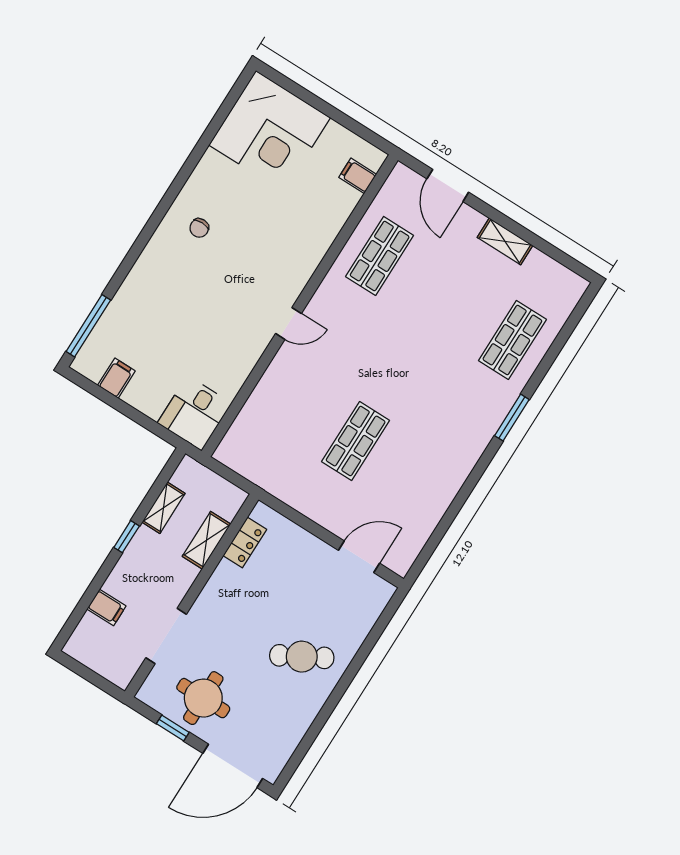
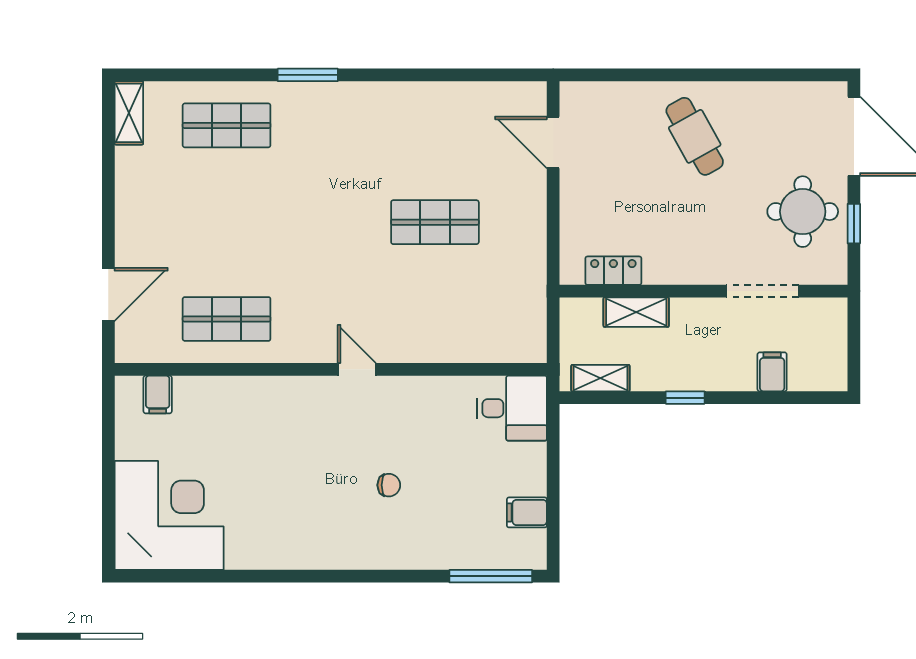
chair: (199, 228) -> (389, 485), moved
shelving: (505, 241) -> (129, 113), moved
shelving: (164, 508) -> (600, 378), moved

